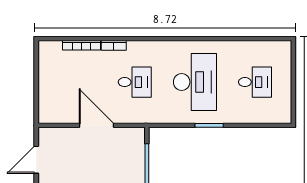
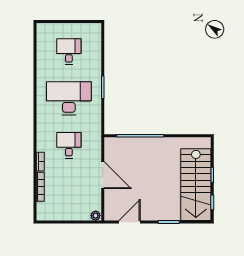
plant: (44, 116) -> (96, 216), added
door: (96, 125) -> (103, 175), swing flipped
door: (36, 160) -> (130, 222), swing flipped

